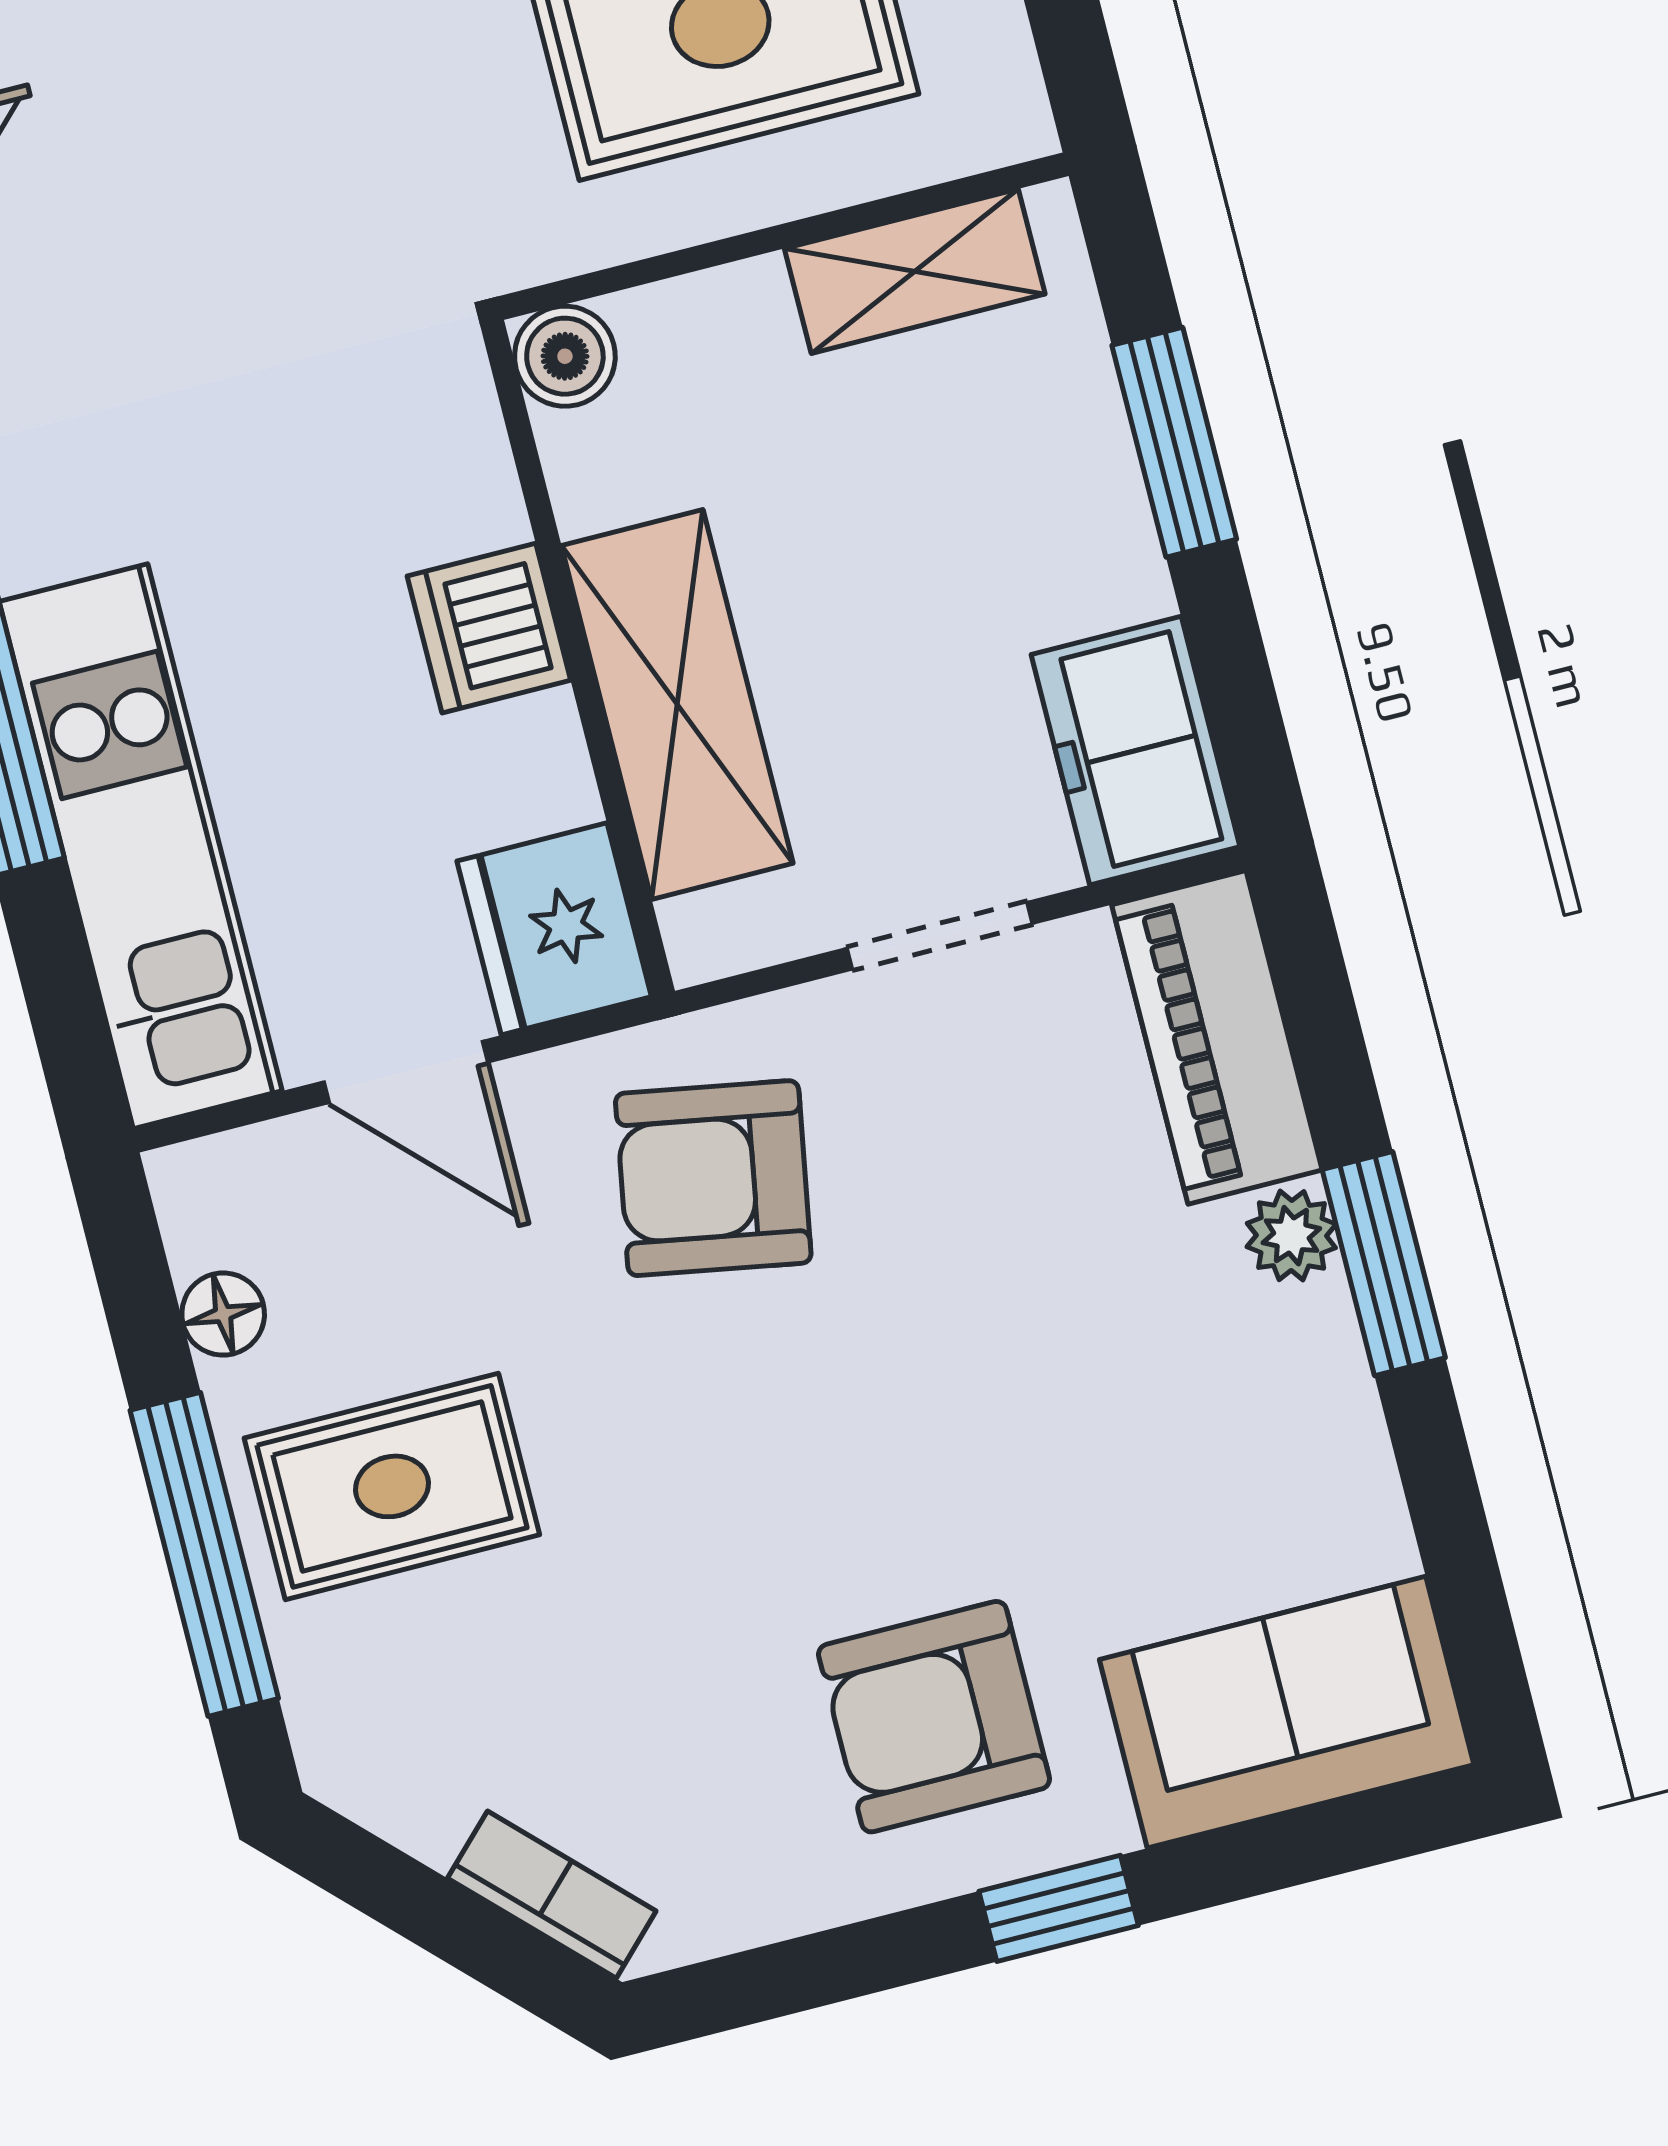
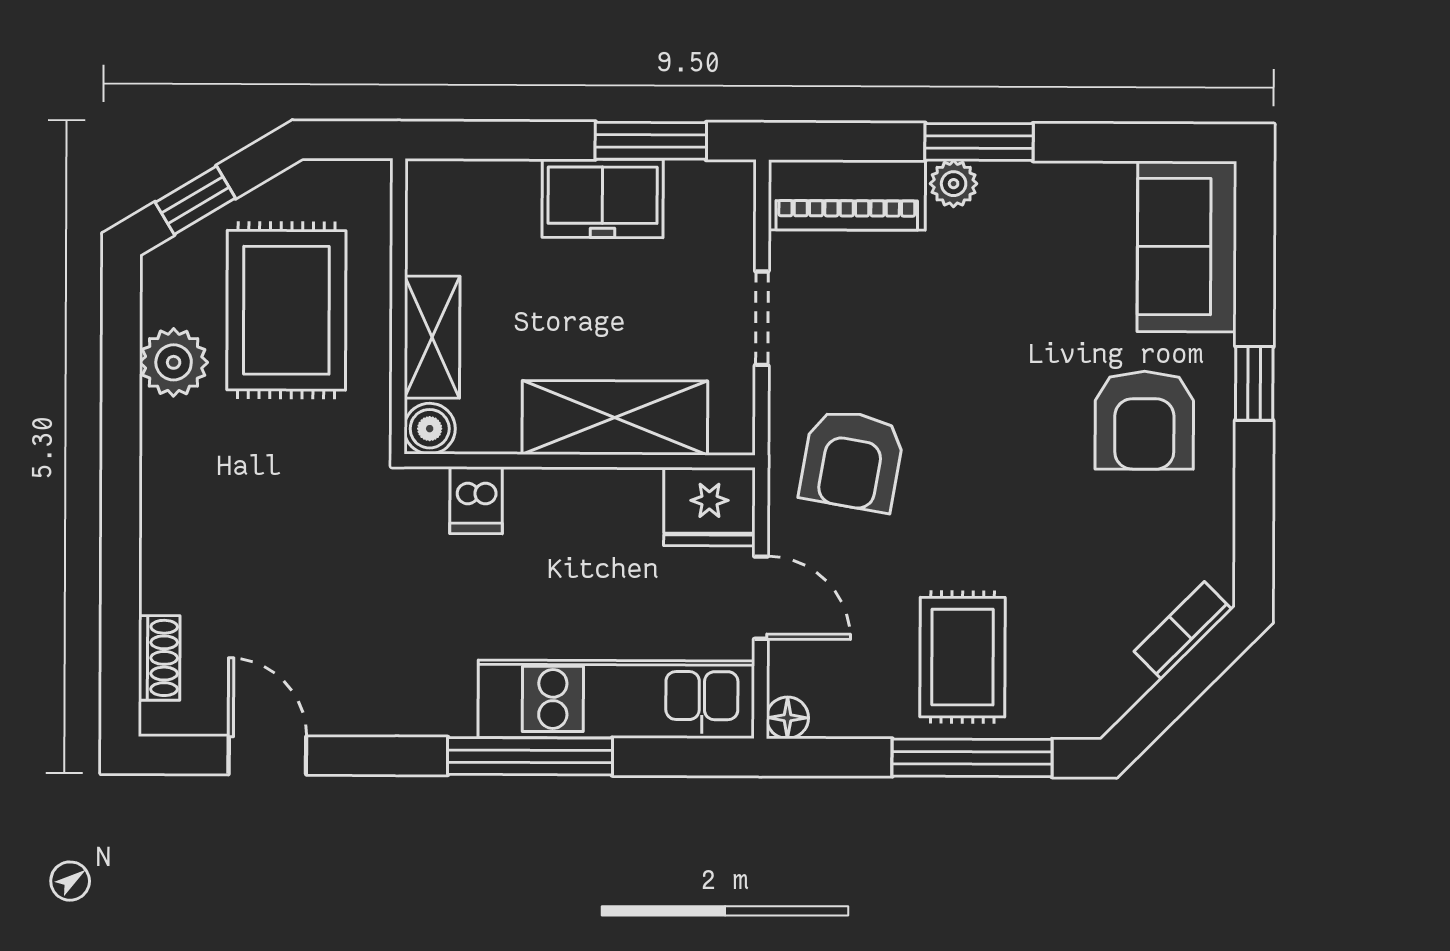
shelving: (915, 271) -> (432, 337), moved
window: (1174, 442) -> (651, 141), moved
dishwasher: (489, 628) -> (476, 500), moved, width x0.73
freezer: (1135, 751) -> (603, 198), moved
door: (406, 1072) -> (761, 598), hinge flipped
floor lamp: (223, 1314) -> (787, 718), moved

